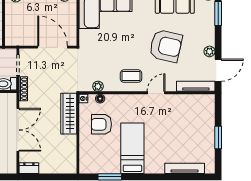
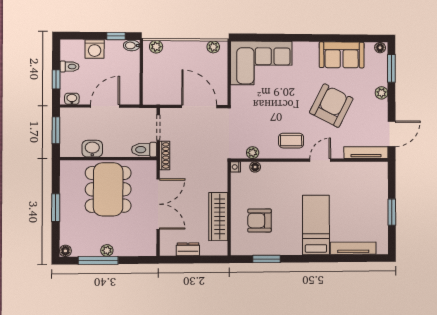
armchair: (166, 46) -> (331, 106), turned -76
plant: (210, 51) -> (382, 93), moved
wardrobe: (69, 114) -> (218, 217), moved
armchair: (101, 124) -> (259, 221), moved
bed: (132, 148) -> (316, 225), moved
dresser: (29, 168) -> (188, 249), moved

